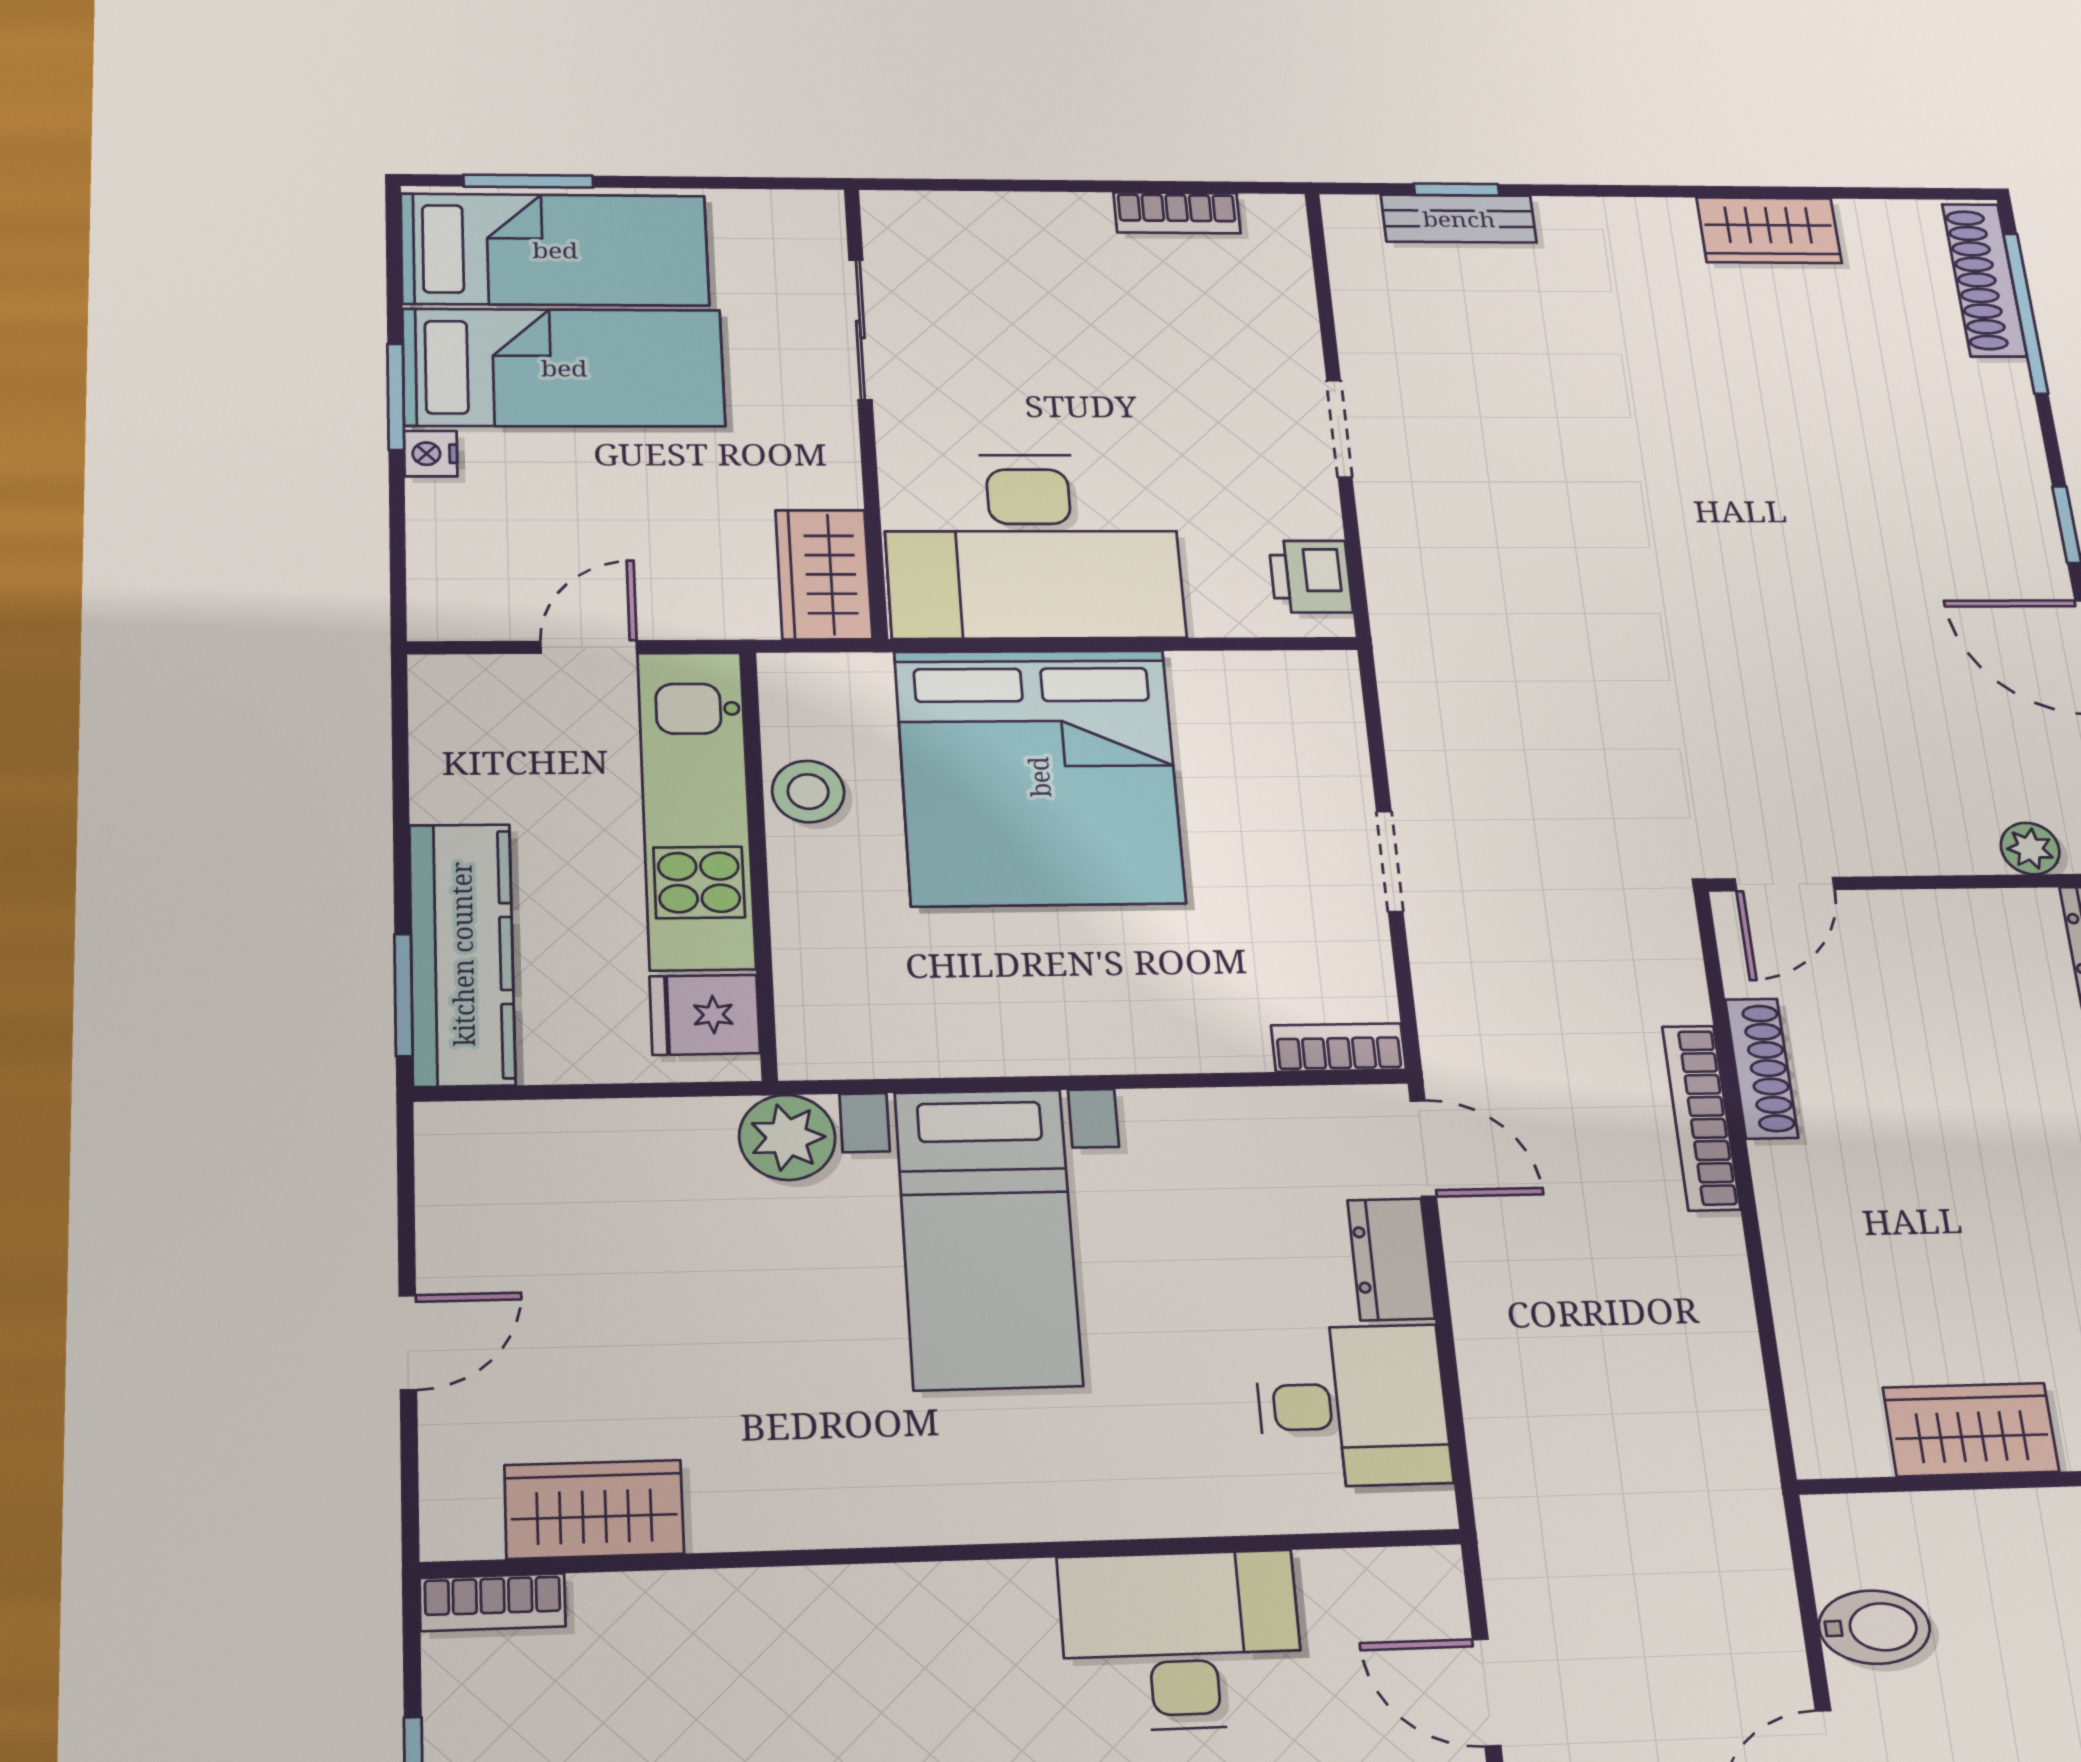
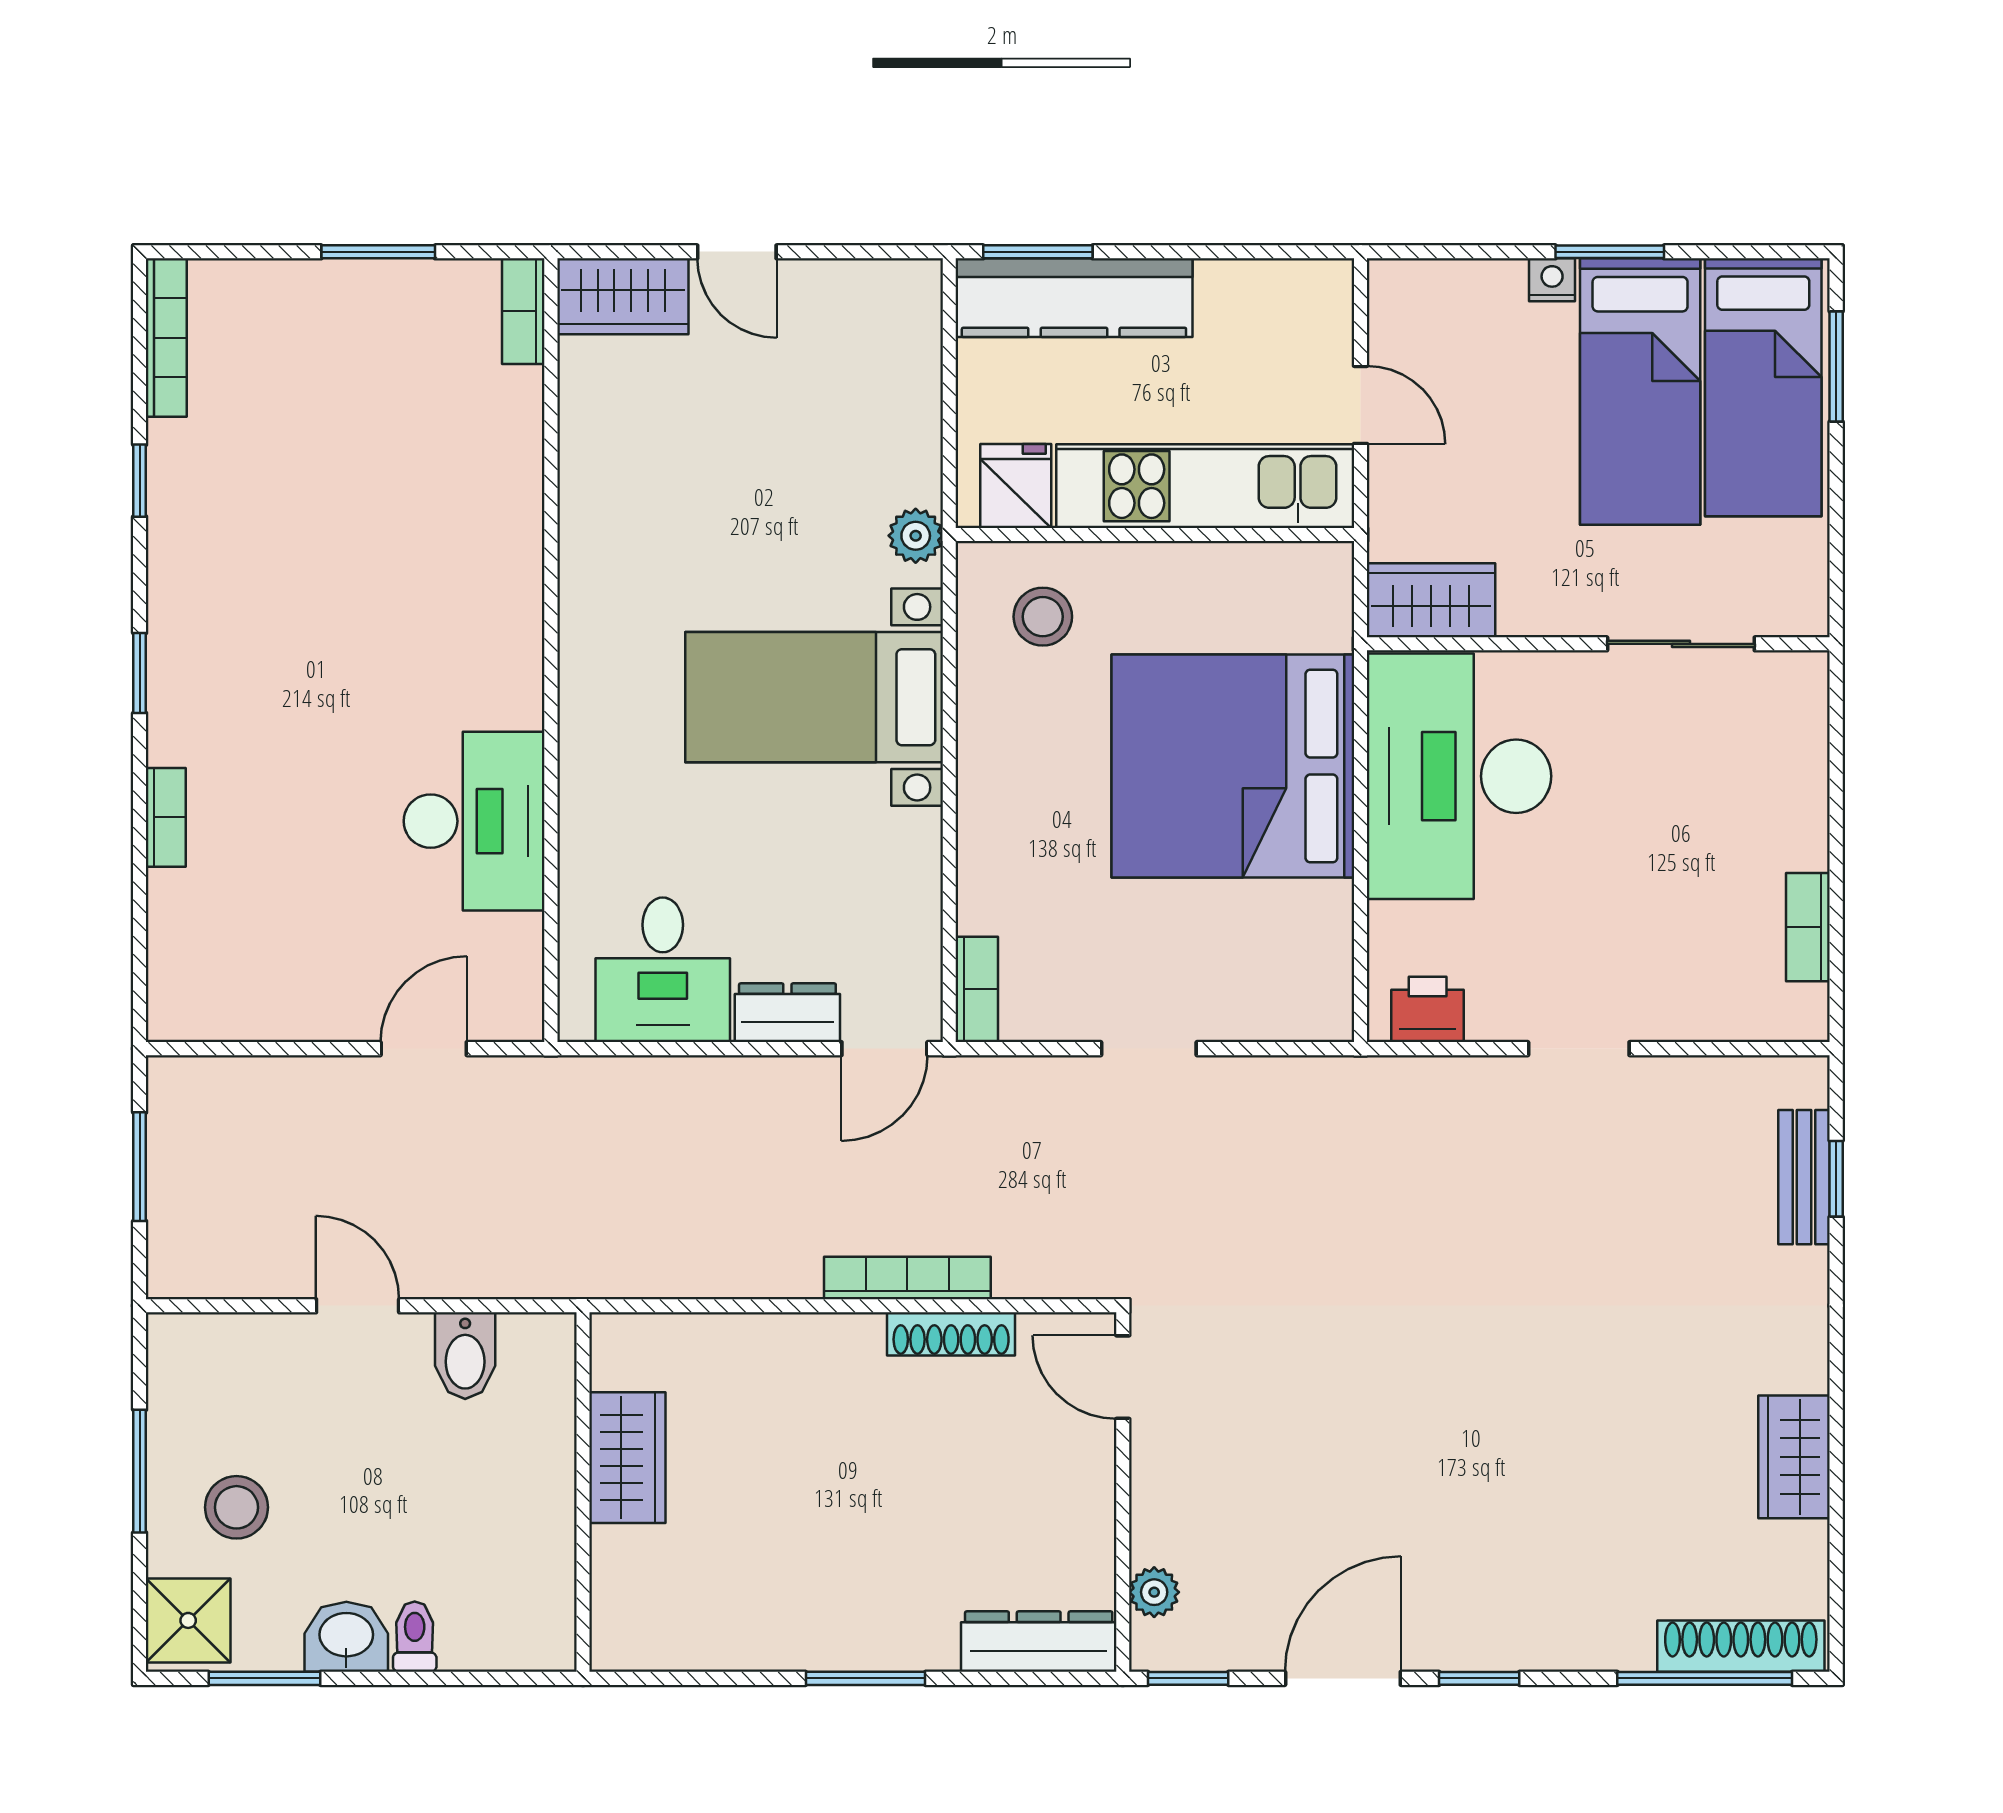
stool: (808, 792) -> (1043, 617), moved
plant: (787, 1137) -> (916, 536), width x0.73, depth x0.73
wardrobe: (594, 1509) -> (623, 296), moved, turned 90

